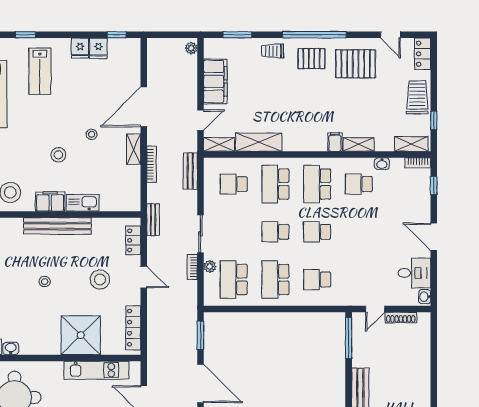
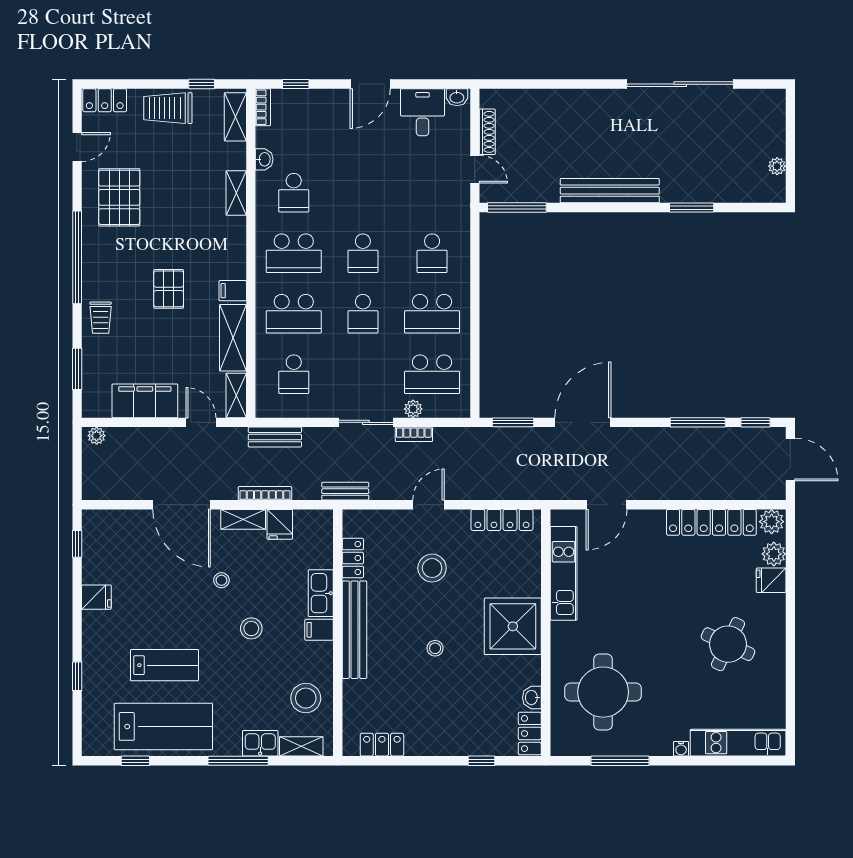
fridge: (98, 48) -> (280, 524), moved, turned 90
pallet: (312, 59) -> (169, 289), moved
lab bench: (40, 71) -> (164, 665), moved
filing cabinet: (335, 142) -> (233, 291), moved
filing cabinet: (50, 202) -> (319, 630), width x0.50
locker: (133, 240) -> (353, 558), moved, turned -90
shower: (81, 335) -> (513, 626), moved

